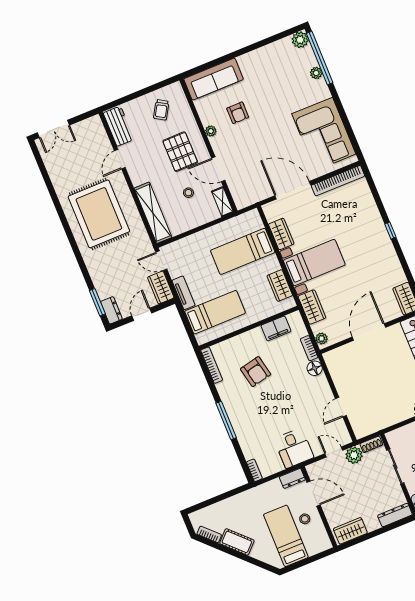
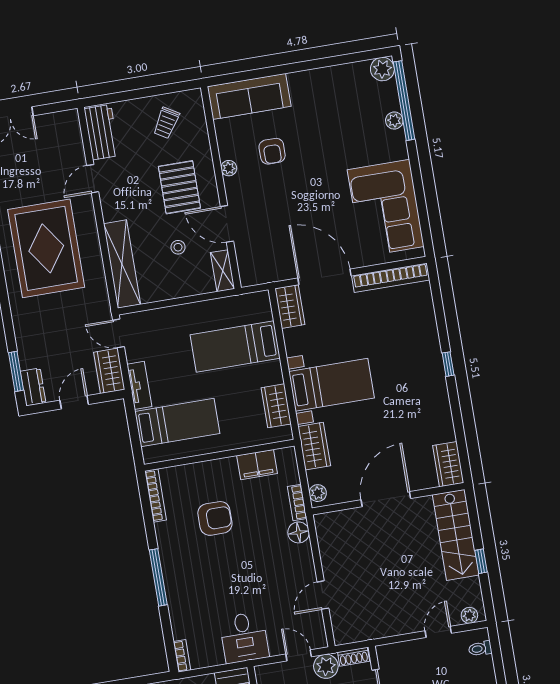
wardrobe: (281, 234) -> (290, 307), moved
armchair: (256, 372) -> (215, 518), turned -78

